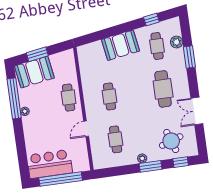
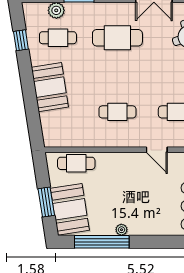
cafe table: (69, 98) -> (76, 163), moved

